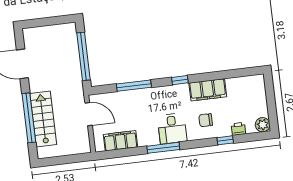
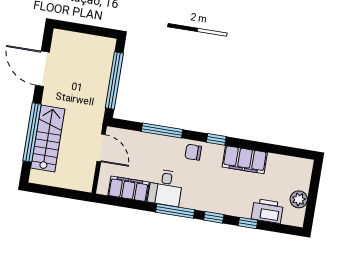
chair: (206, 120) -> (193, 152), moved
plant: (263, 125) -> (299, 199), moved
desk: (172, 128) -> (165, 188), moved
printer: (238, 129) -> (267, 211), width x1.87, depth x1.48
window: (196, 144) -> (214, 217), added

